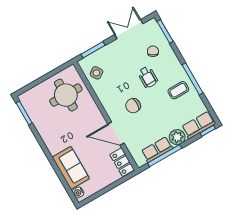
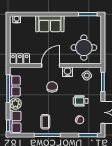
wheelchair: (148, 77) -> (81, 101), moved
water cooler: (105, 98) -> (68, 72), added
door: (116, 134) -> (51, 65), moved
sofa: (71, 168) -> (50, 24), moved

